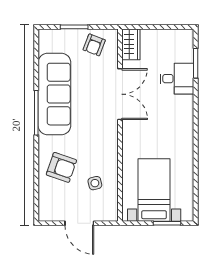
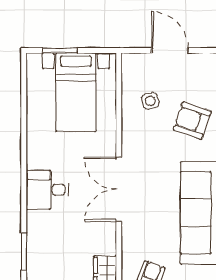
desk: (177, 79) -> (47, 190), moved
double door: (120, 94) -> (119, 189), moved

